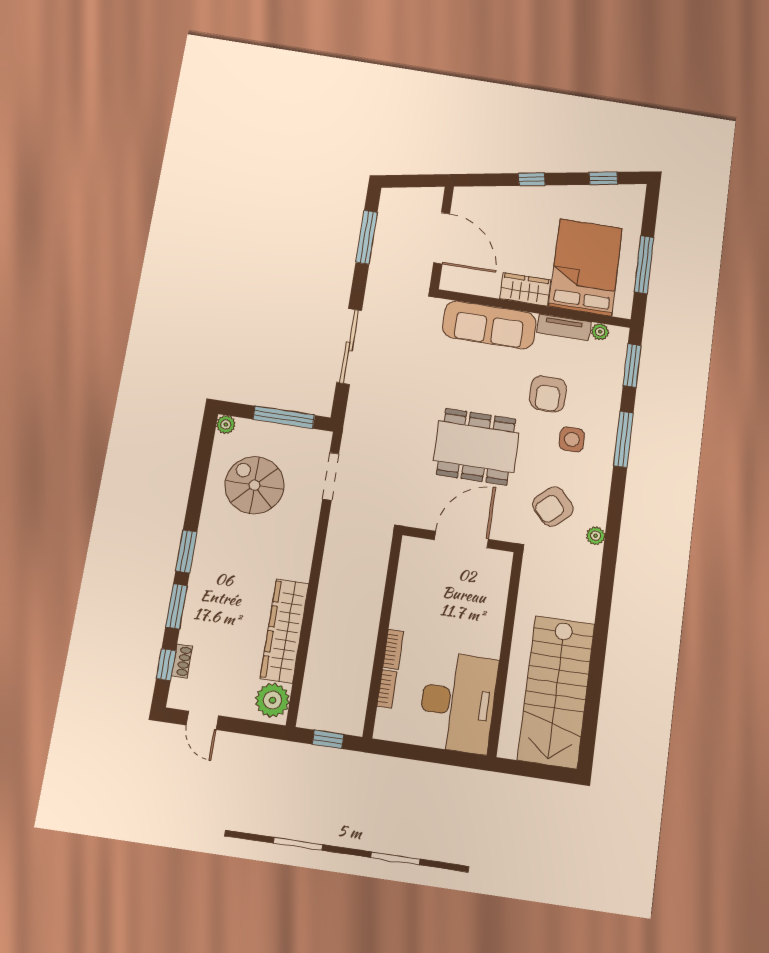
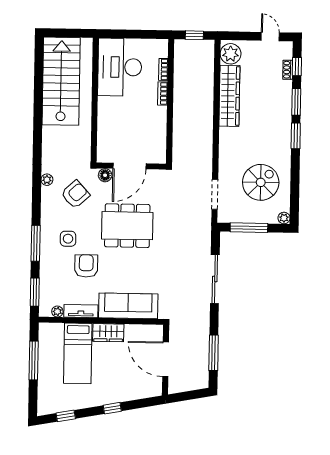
bed: (586, 267) -> (78, 353), width x0.67
spiral stairs: (254, 485) -> (261, 182), turned -90
floor lamp: (502, 530) -> (105, 175), added

